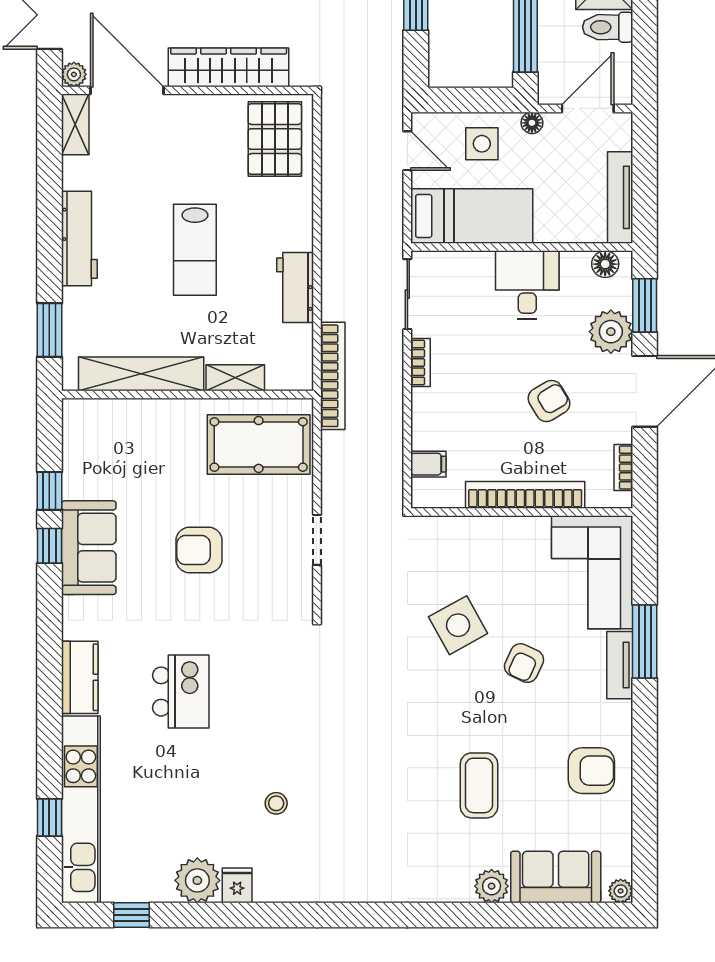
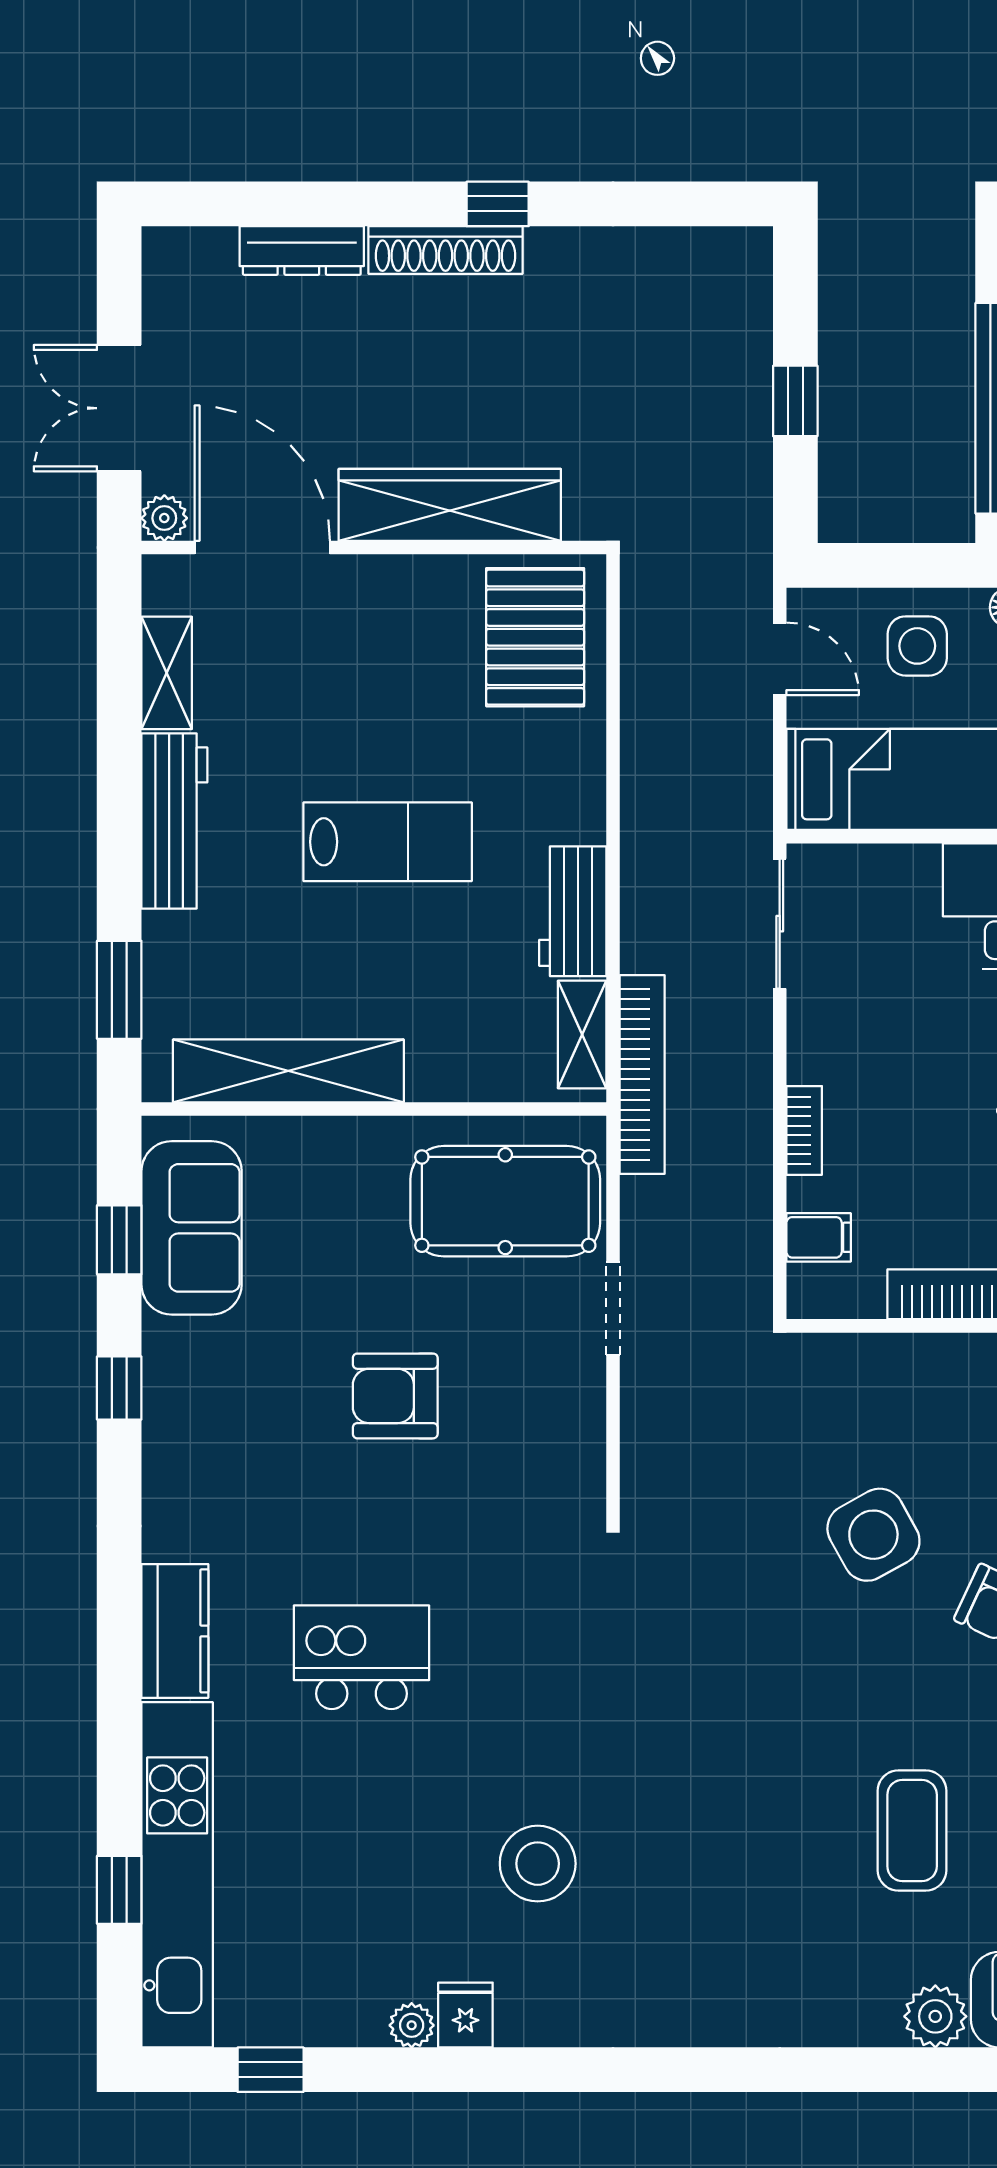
shelving: (75, 124) -> (167, 673), moved
lab bench: (195, 250) -> (388, 842), turned -90
bookcase: (421, 363) -> (804, 1130), moved
shelving: (235, 378) -> (582, 1034), moved, turned 90
window: (49, 491) -> (119, 1240), moved
doorway: (317, 540) -> (613, 1308), moved
sofa: (89, 548) -> (192, 1228), moved
kitchen island: (181, 692) -> (362, 1657), turned -90
stool: (276, 803) -> (538, 1864), width x1.89, depth x1.89
plant: (197, 880) -> (412, 2025), width x0.53, depth x0.53

